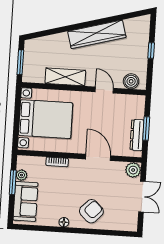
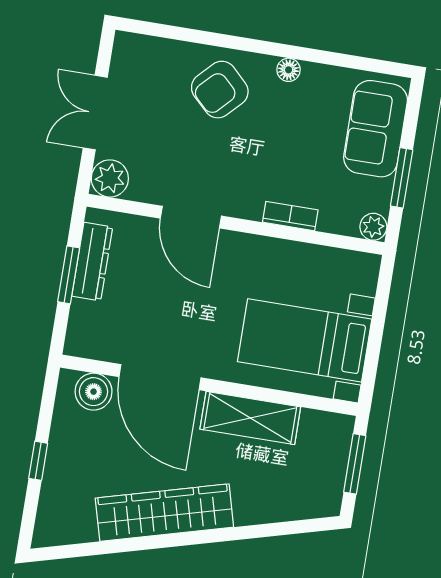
door: (104, 90) -> (160, 377), width x1.87
bed with nightstands: (46, 119) -> (305, 340), width x0.73
plant: (21, 175) -> (373, 227), moved

